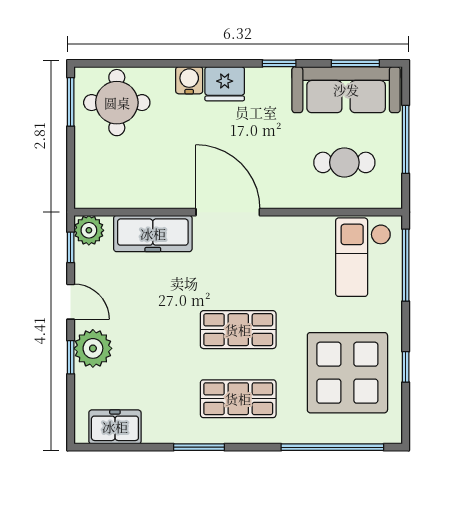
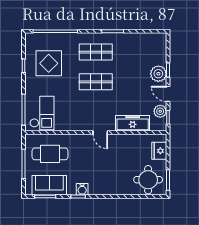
water cooler: (189, 80) -> (82, 189), moved
fridge: (225, 84) -> (159, 151), moved, turned -90
sofa: (346, 90) -> (49, 185), width x0.73
cafe table: (344, 162) -> (50, 154), width x1.37, depth x1.35
door: (228, 212) -> (100, 133), width x0.53
plant: (89, 230) -> (160, 111), moved
display table: (347, 373) -> (49, 63), width x0.73, depth x0.73
freezer: (115, 427) -> (149, 40), removed

